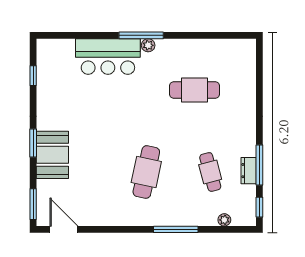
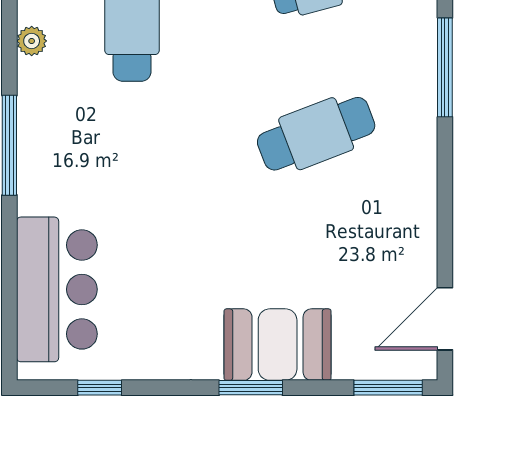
plant: (148, 45) -> (32, 41), moved
bar counter: (108, 57) -> (57, 289), moved
cafe table: (146, 172) -> (316, 134), turned -33

